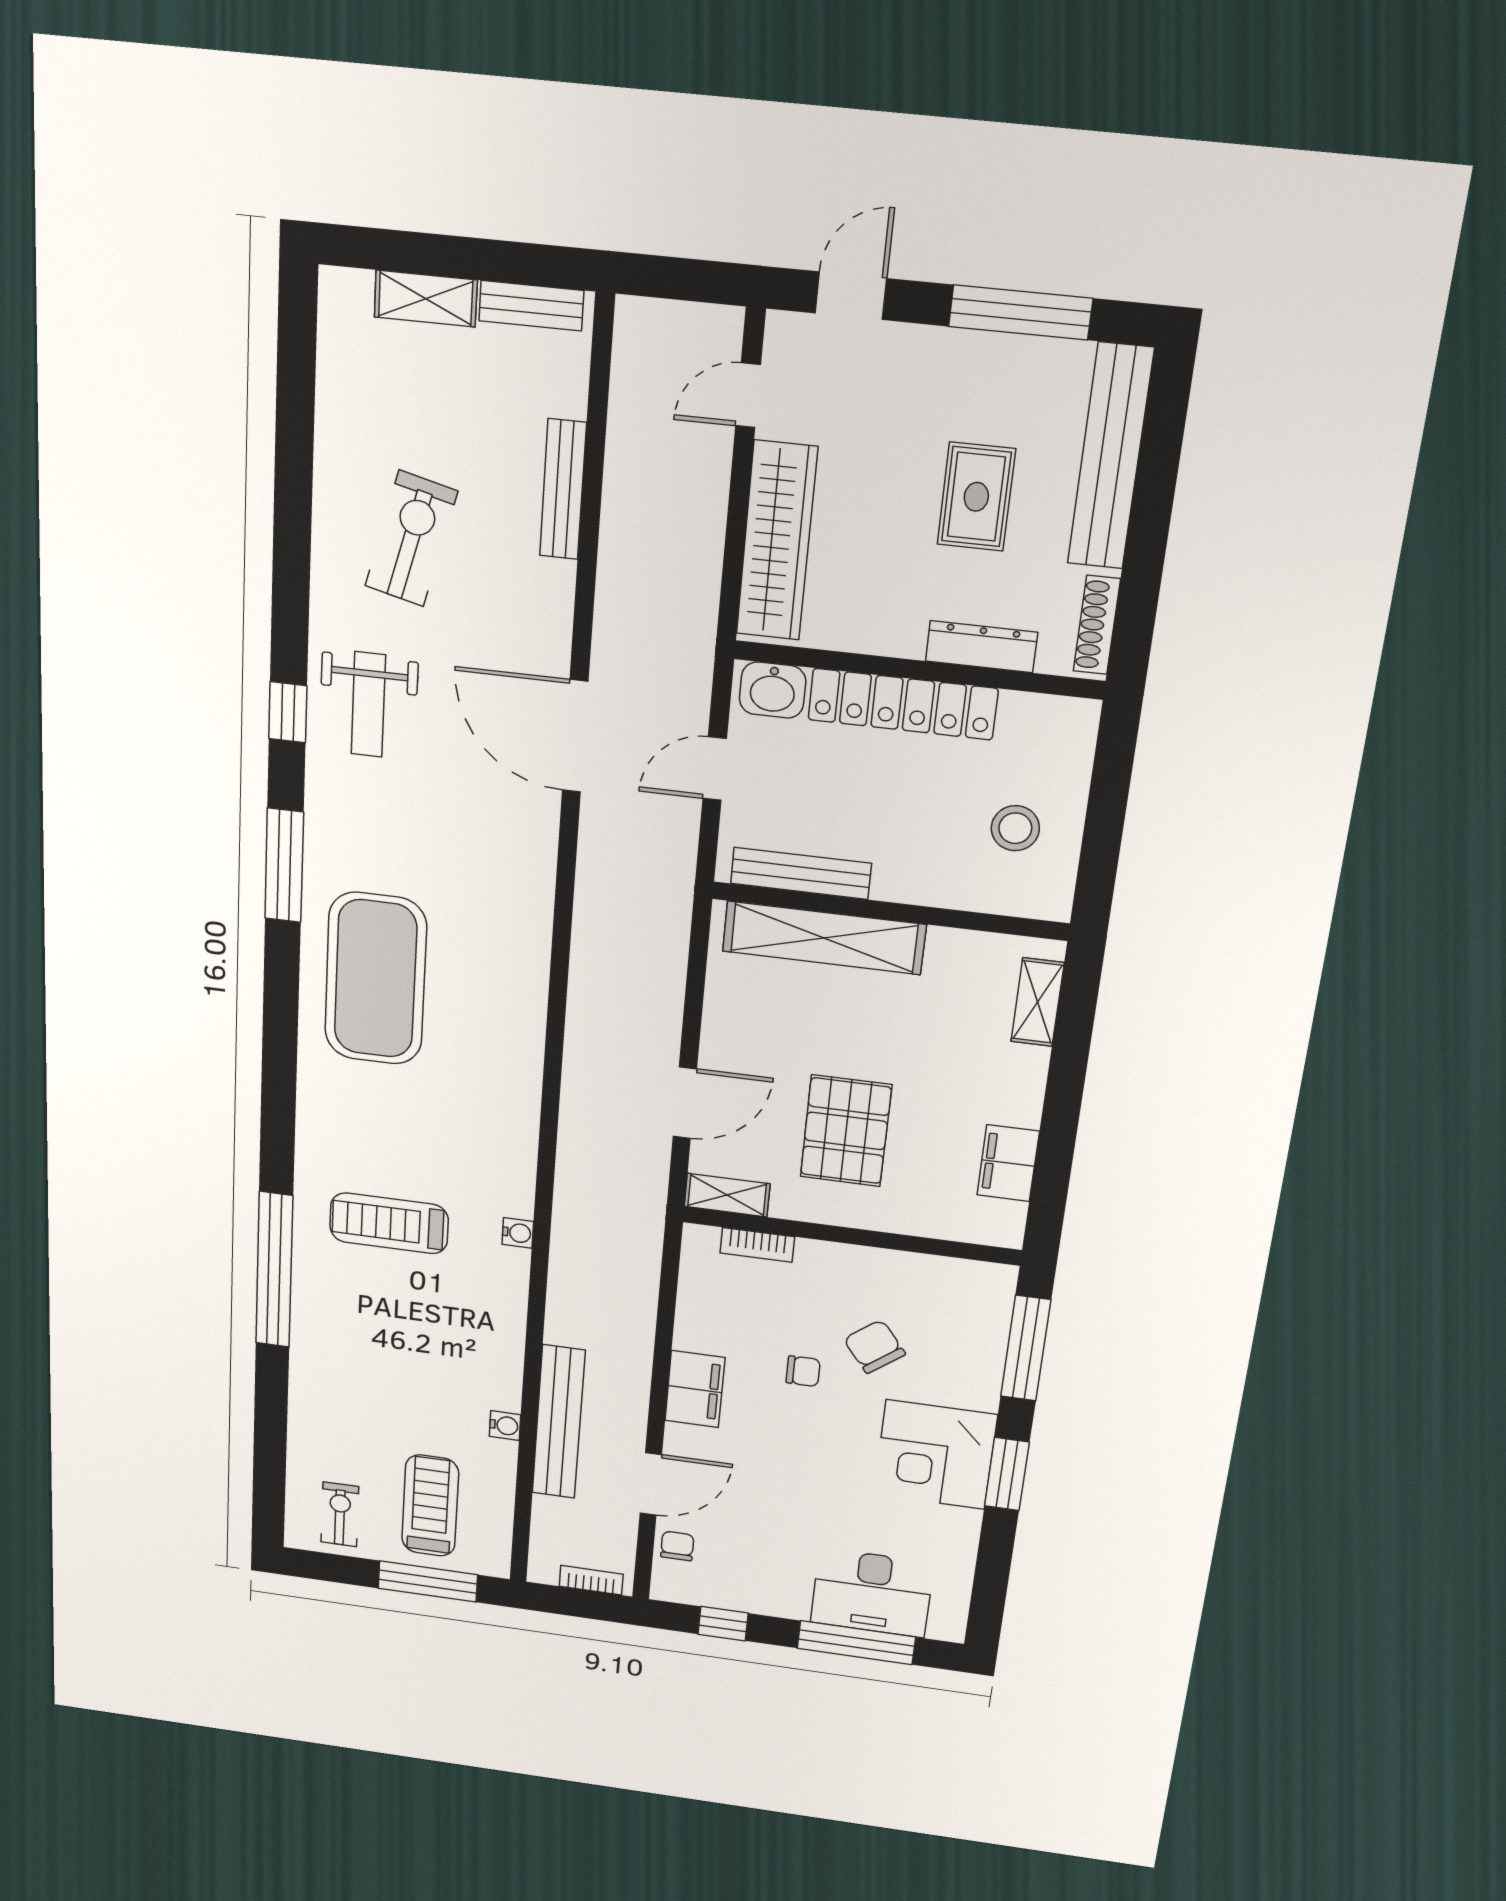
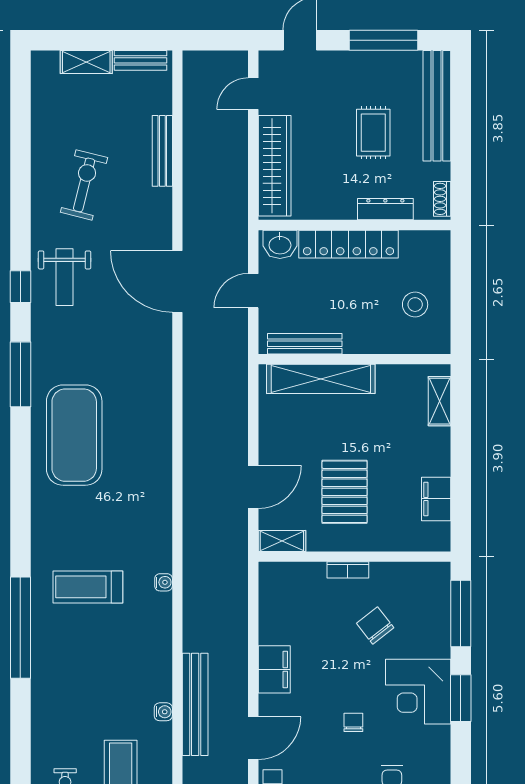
shoe rack: (1097, 625) -> (442, 199), width x0.70
bookcase: (757, 1245) -> (348, 570), moved
chair: (803, 1371) -> (353, 722), moved, turned -90

